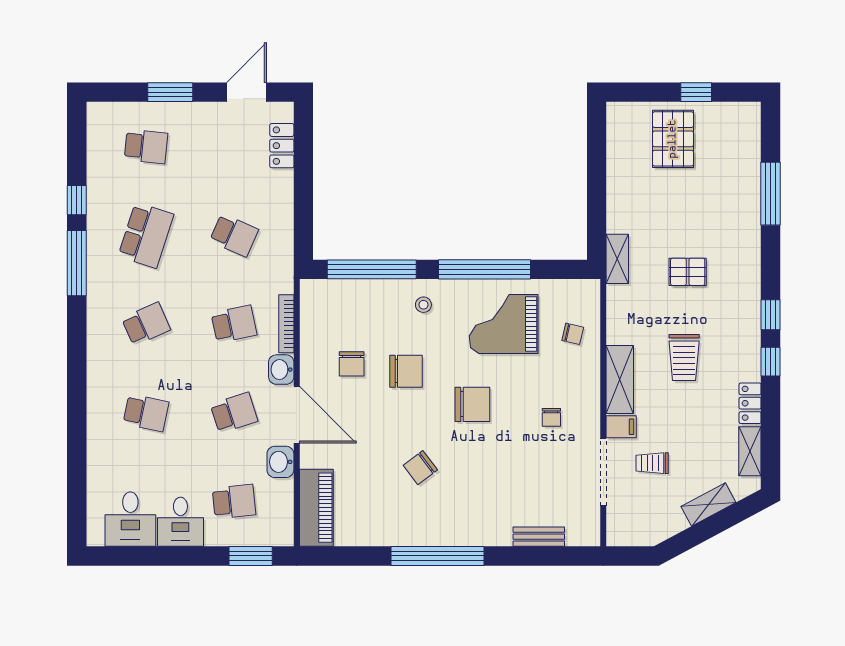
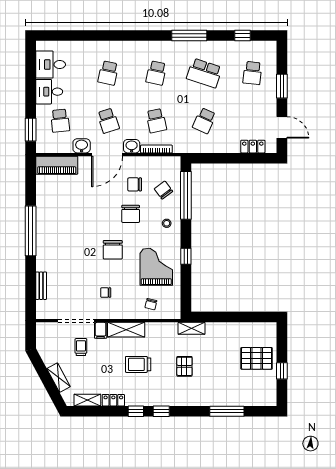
window: (77, 200) -> (243, 35), moved
window: (485, 269) -> (186, 256), width x0.32
school desk: (146, 324) -> (156, 73), turned 36
chair: (420, 468) -> (163, 190), moved

